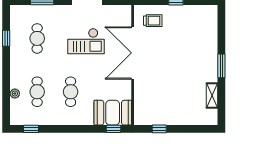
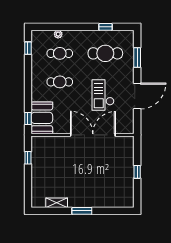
trolley: (153, 21) -> (121, 152), removed
cafe table: (37, 38) -> (105, 53), width x1.37, depth x1.35

